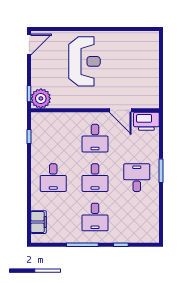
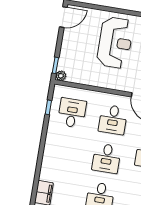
plant: (41, 98) -> (61, 76), width x0.53, depth x0.53
desk: (53, 178) -> (72, 113), moved, turned 180

